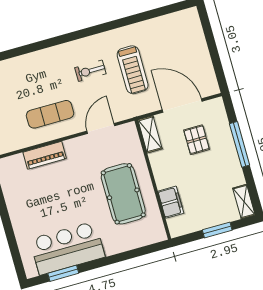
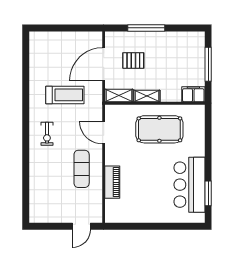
exercise bike: (90, 71) -> (47, 134), moved
filing cabinet: (171, 202) -> (193, 94), moved
shelving: (244, 202) -> (147, 96), moved
window: (217, 230) -> (208, 64), width x1.44

